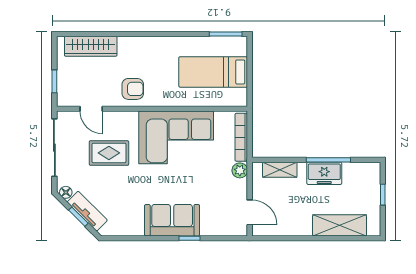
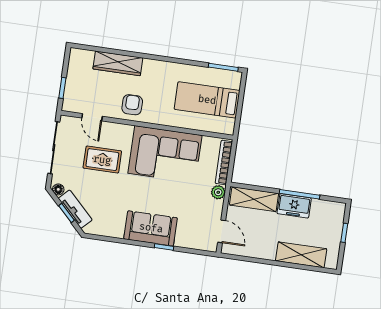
wardrobe: (91, 46) -> (118, 63), moved
armchair: (133, 89) -> (132, 105), turned -90
shelving: (280, 170) -> (254, 199), width x1.50, depth x1.33

